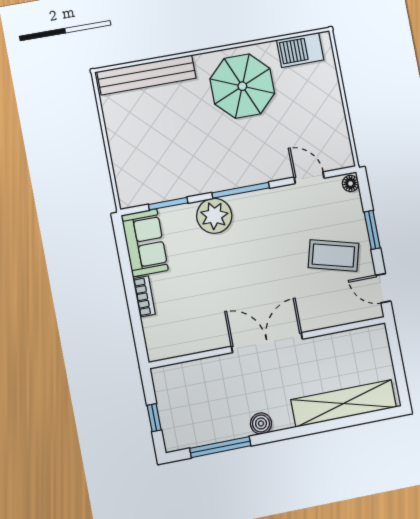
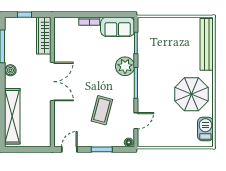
coffee table: (333, 255) -> (102, 110), moved
wardrobe: (186, 375) -> (44, 36), added

